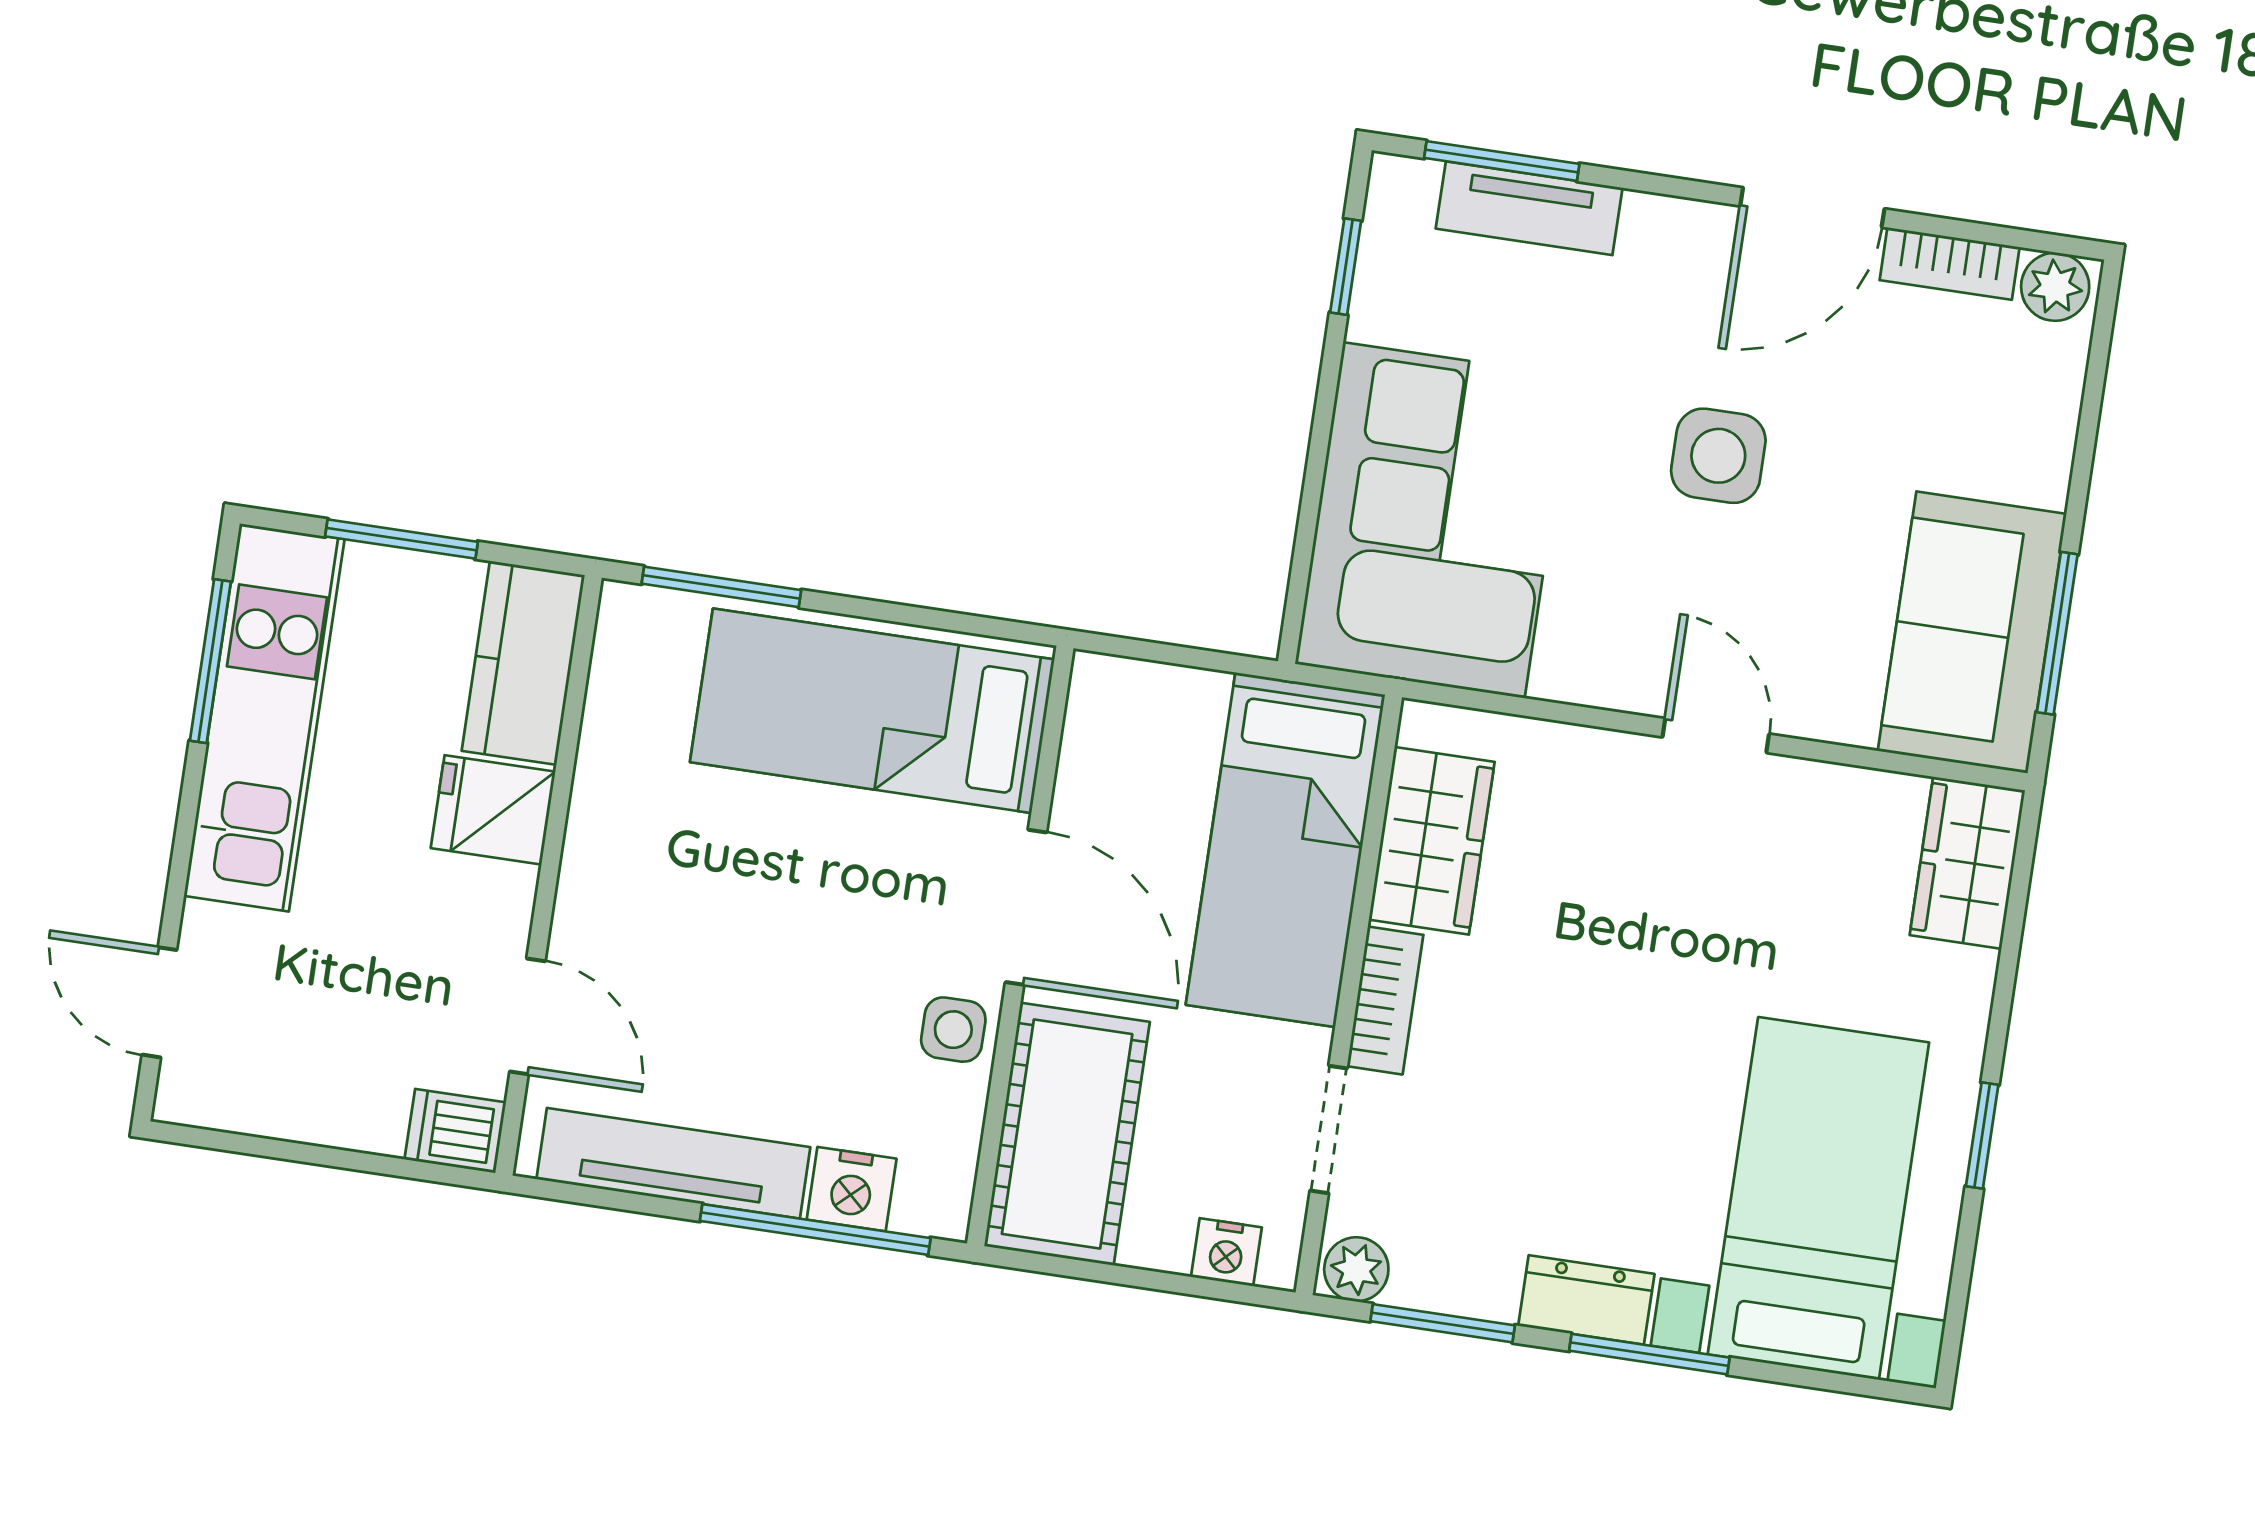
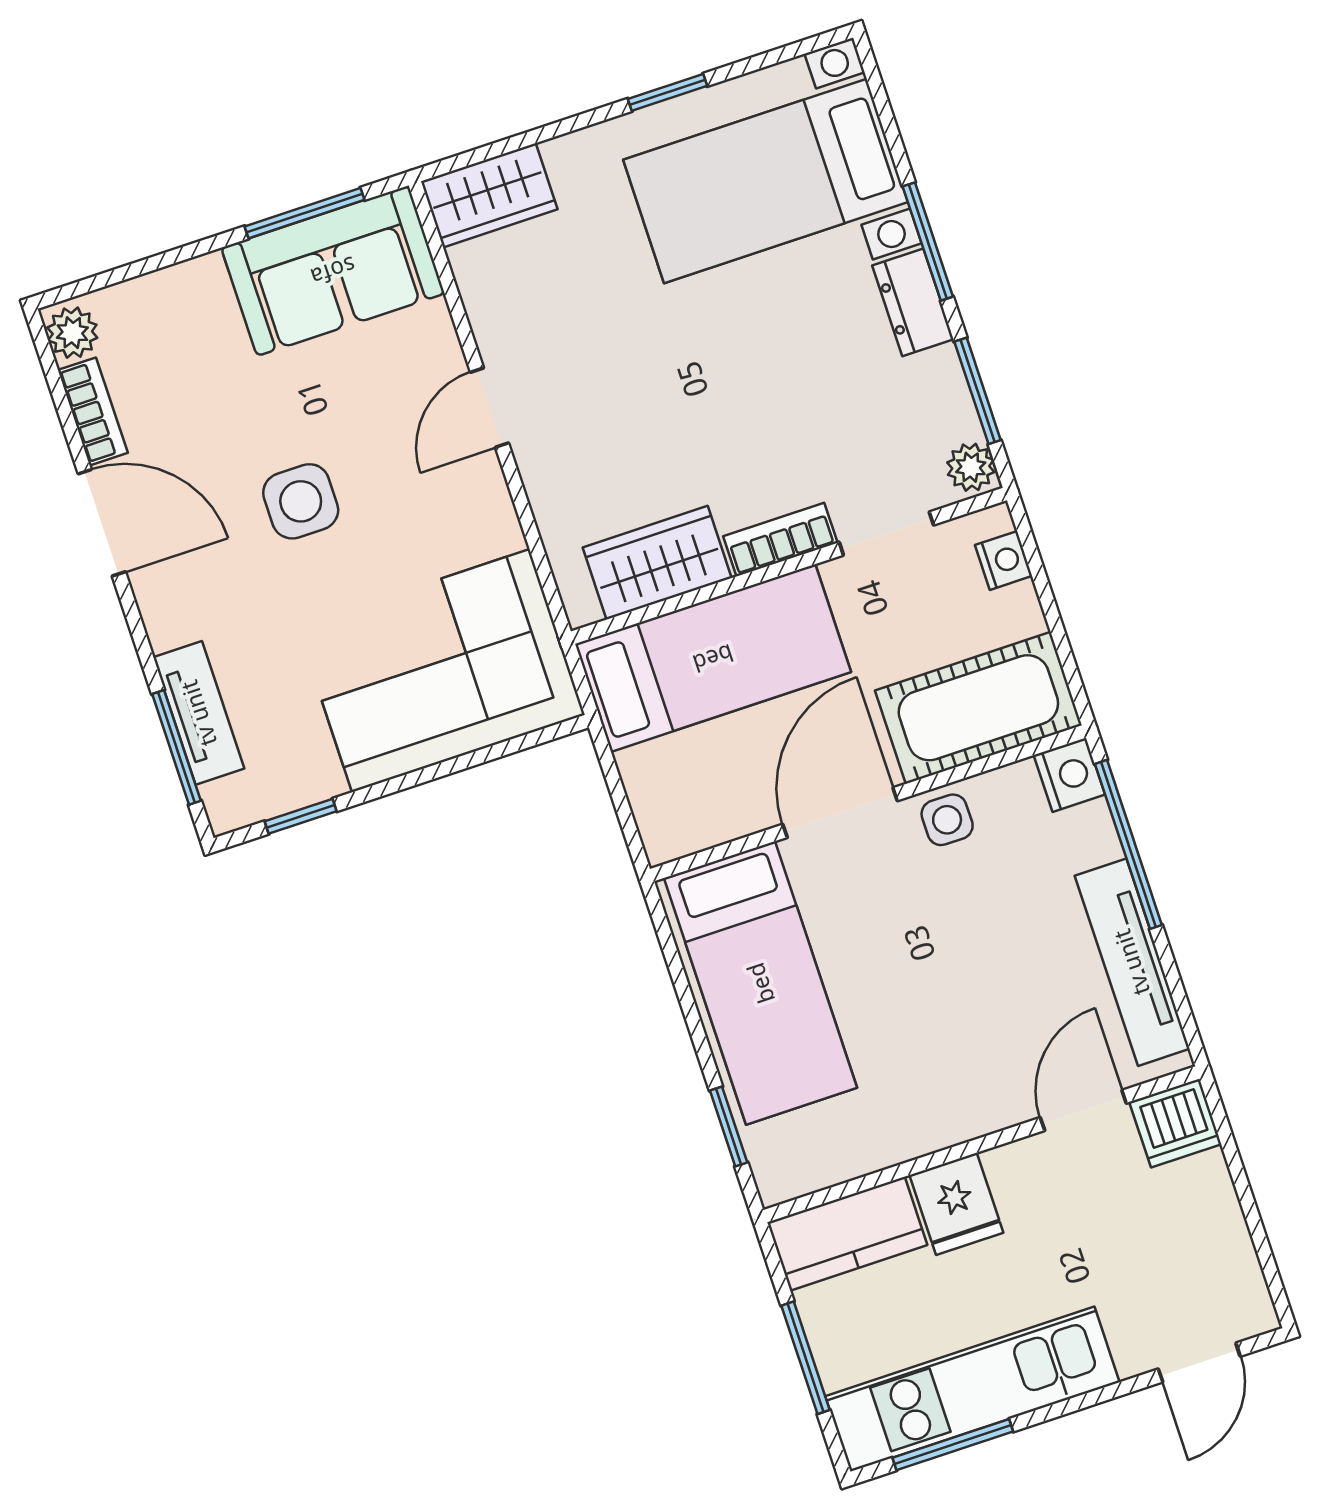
window: (721, 587) -> (729, 1127), width x0.67
dishwasher: (455, 1131) -> (1175, 1123), width x1.38
nightstand: (852, 1189) -> (1069, 775), moved

